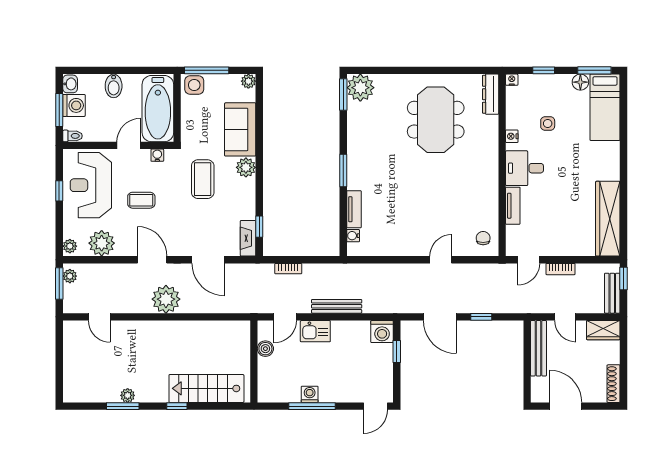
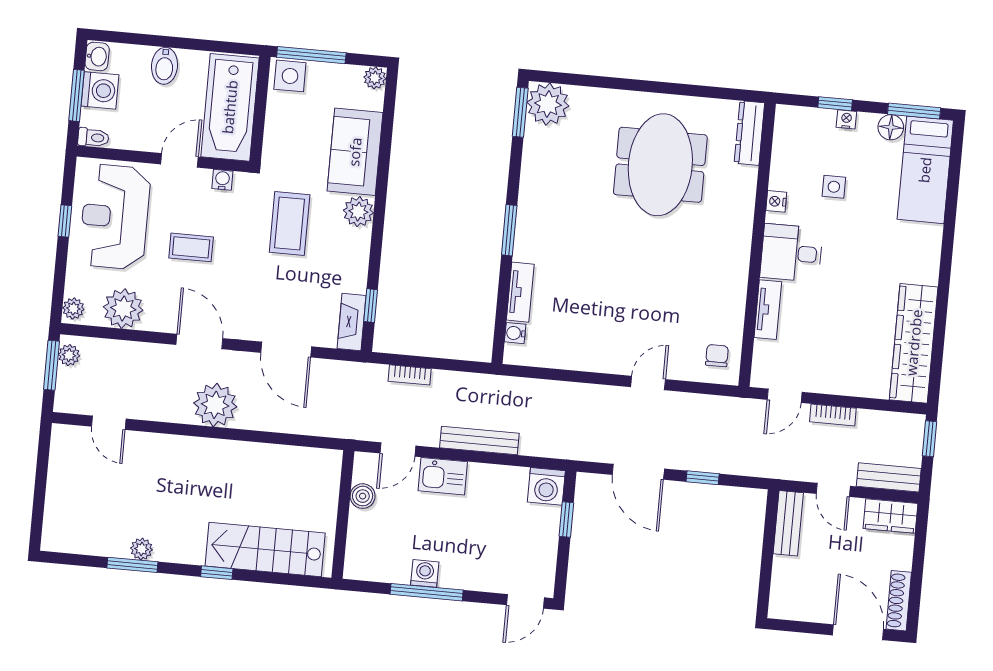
nightstand: (512, 80) -> (846, 119), moved
bench: (612, 293) -> (889, 477), moved, turned 90
bench: (538, 348) -> (788, 523), width x0.73
door: (566, 406) -> (858, 632), moved

